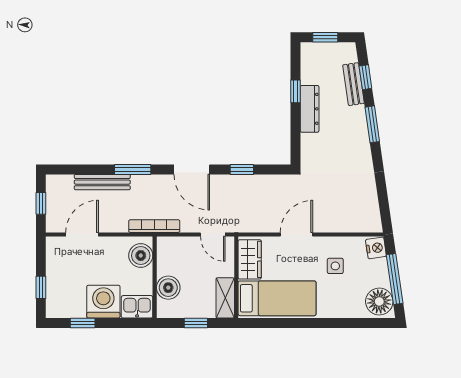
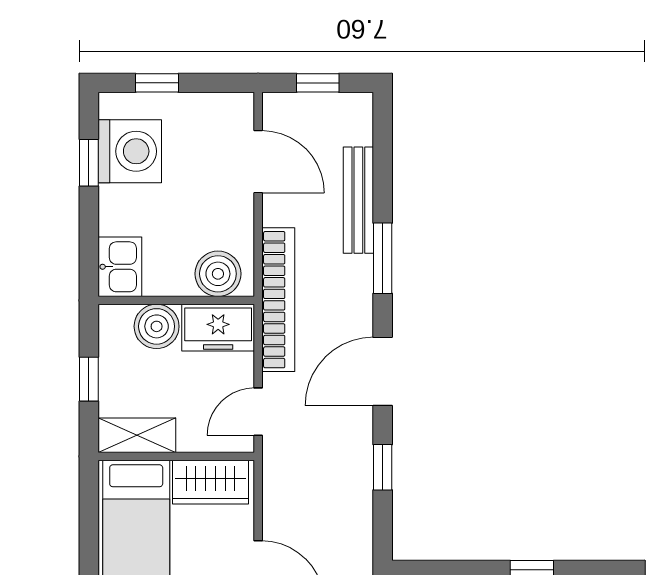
bookcase: (154, 226) -> (278, 300), width x1.48, depth x1.31
freezer: (169, 255) -> (218, 328), added
washing machine: (103, 302) -> (130, 151), moved

